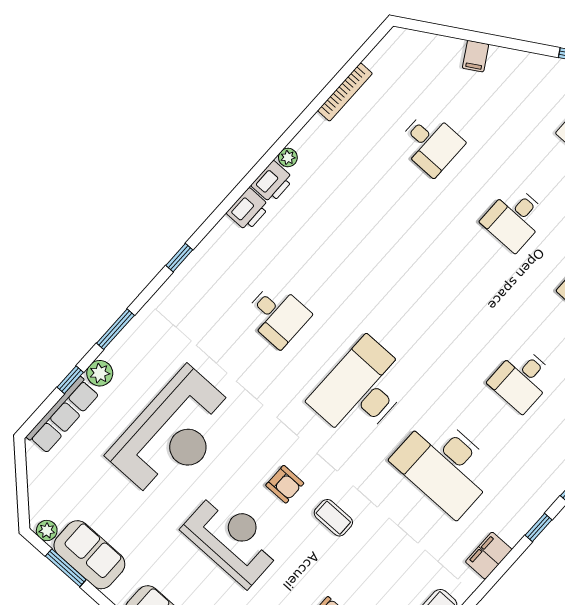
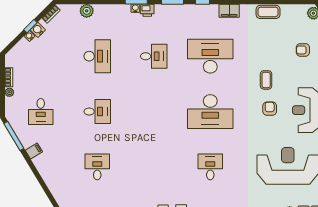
filing cabinet: (476, 56) -> (34, 151), moved
desk: (445, 465) -> (210, 56), turned -90

